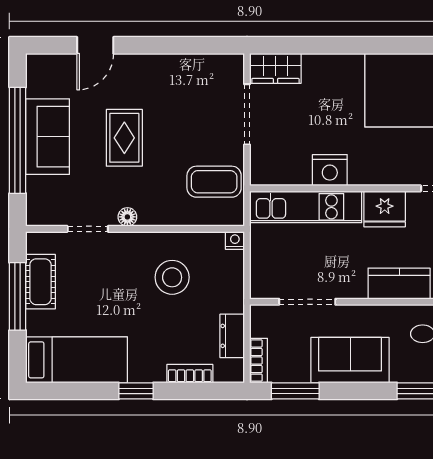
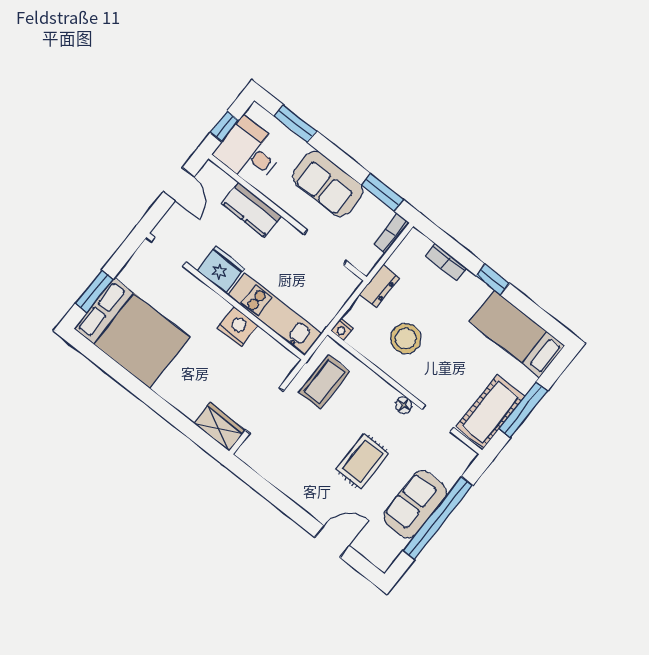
coffee table: (214, 182) -> (324, 382), turned 90
cot: (40, 282) -> (490, 412), width x1.37, depth x1.34
dresser: (232, 336) -> (379, 286), moved

